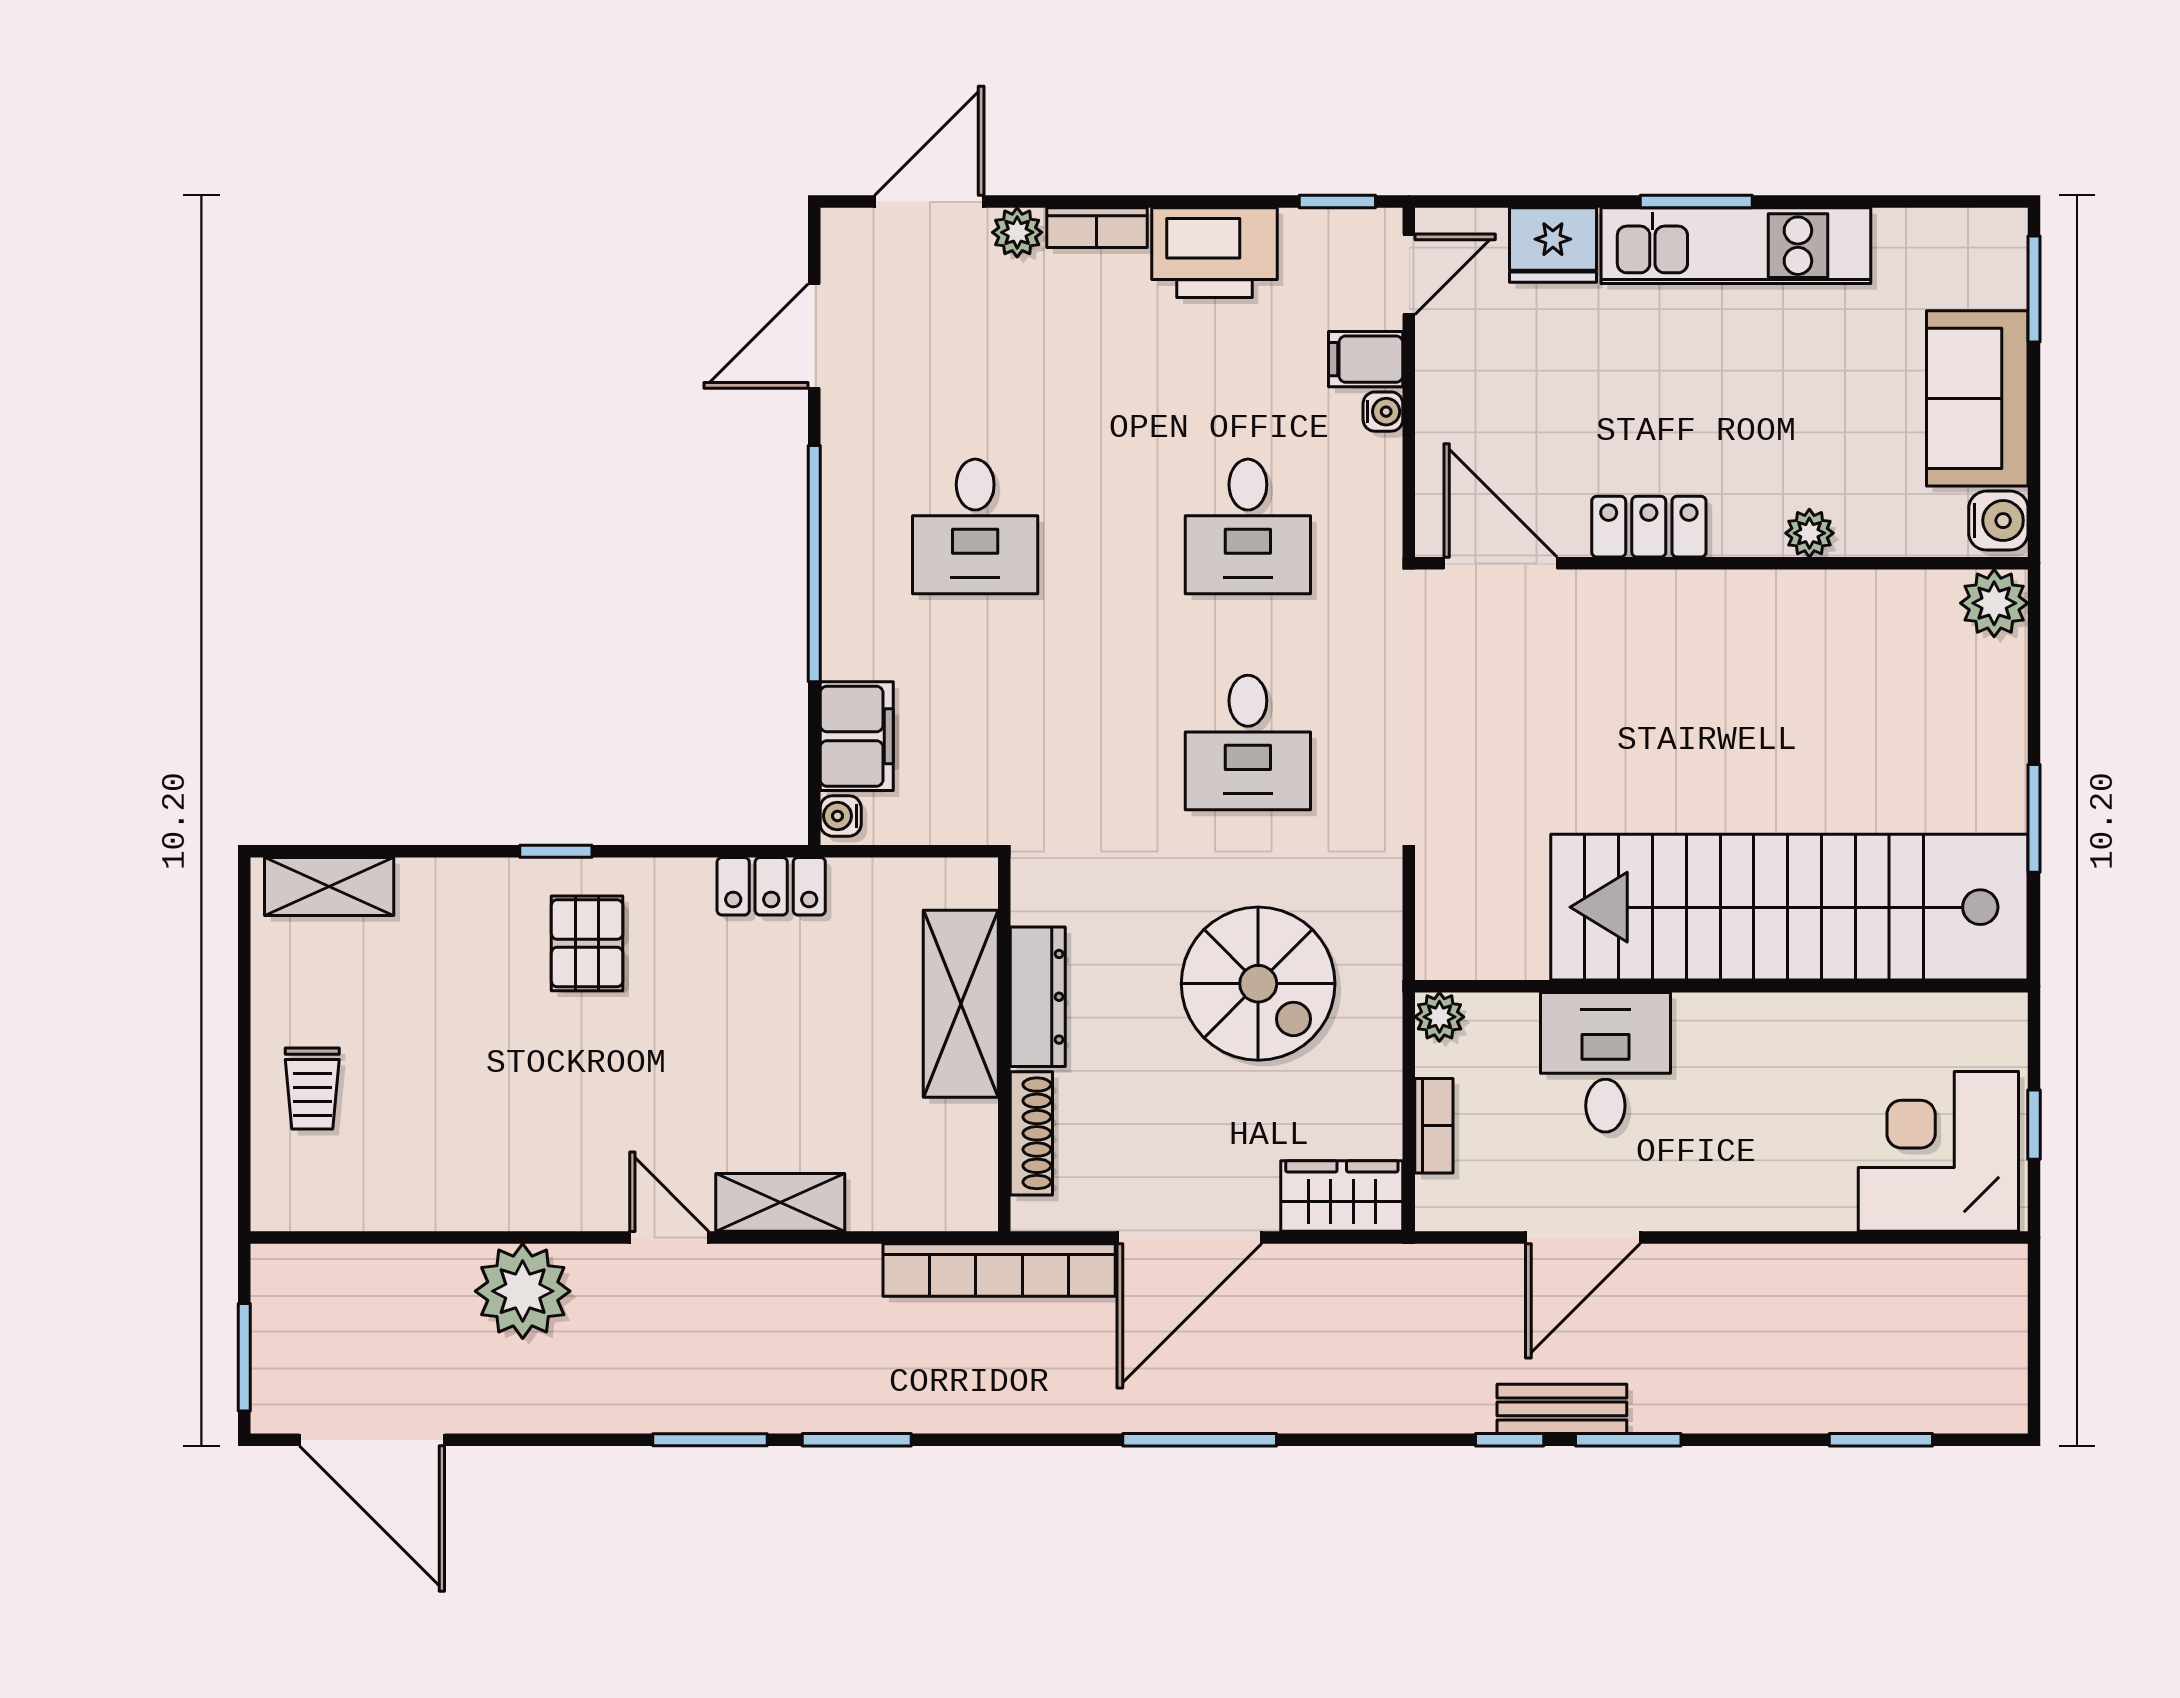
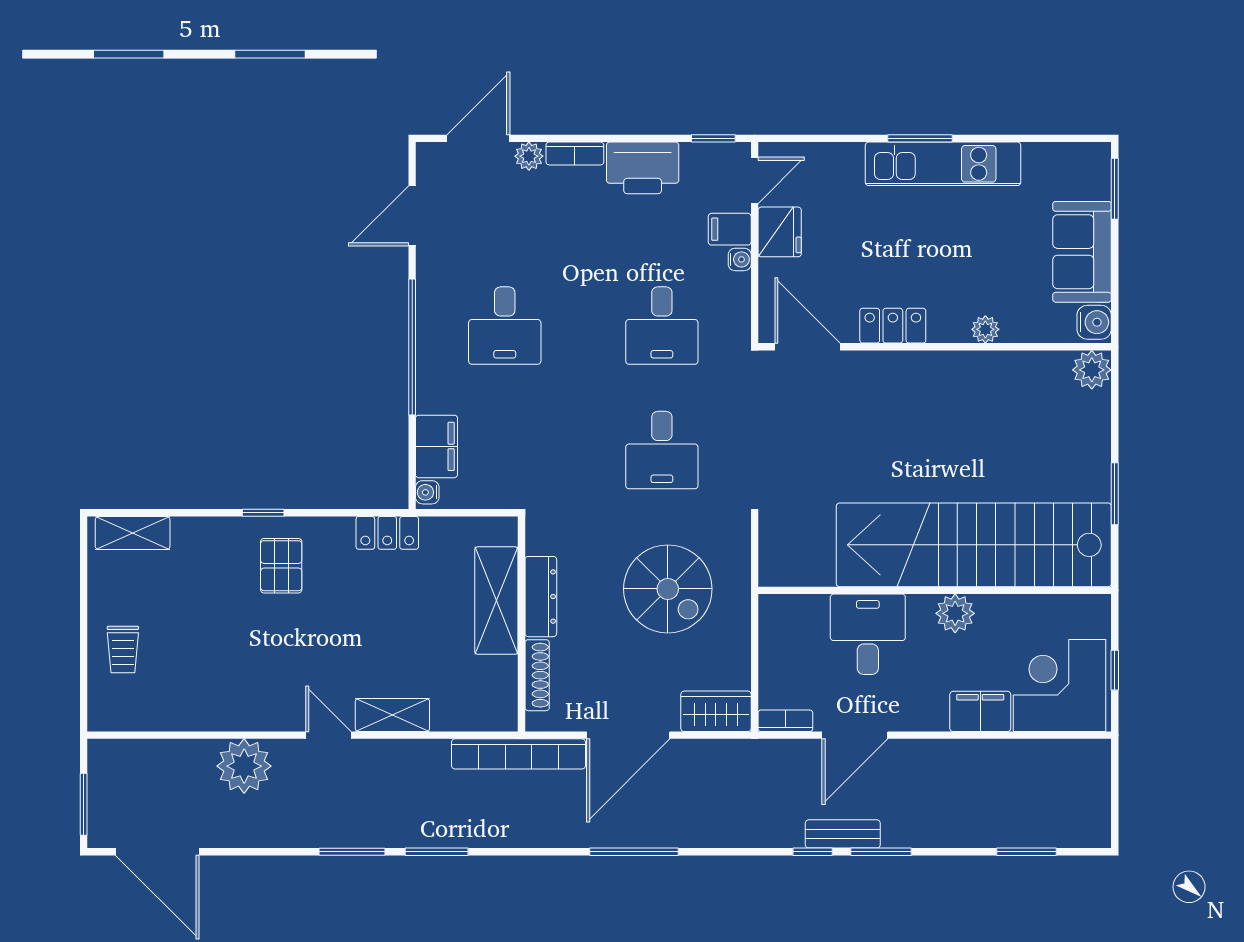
fridge: (1553, 245) -> (780, 232), moved, turned -90
plant: (1439, 1017) -> (955, 613), moved, width x1.38, depth x1.38
bookcase: (1434, 1126) -> (785, 721), moved, turned -90
filing cabinet: (1801, 1196) -> (980, 711), added

